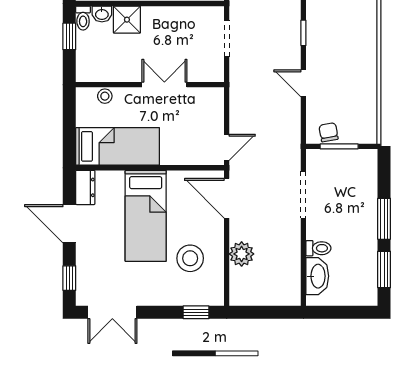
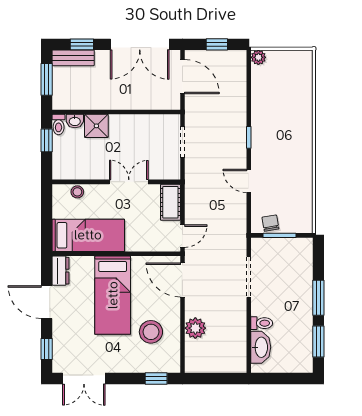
cot: (213, 108) -> (170, 202), added

